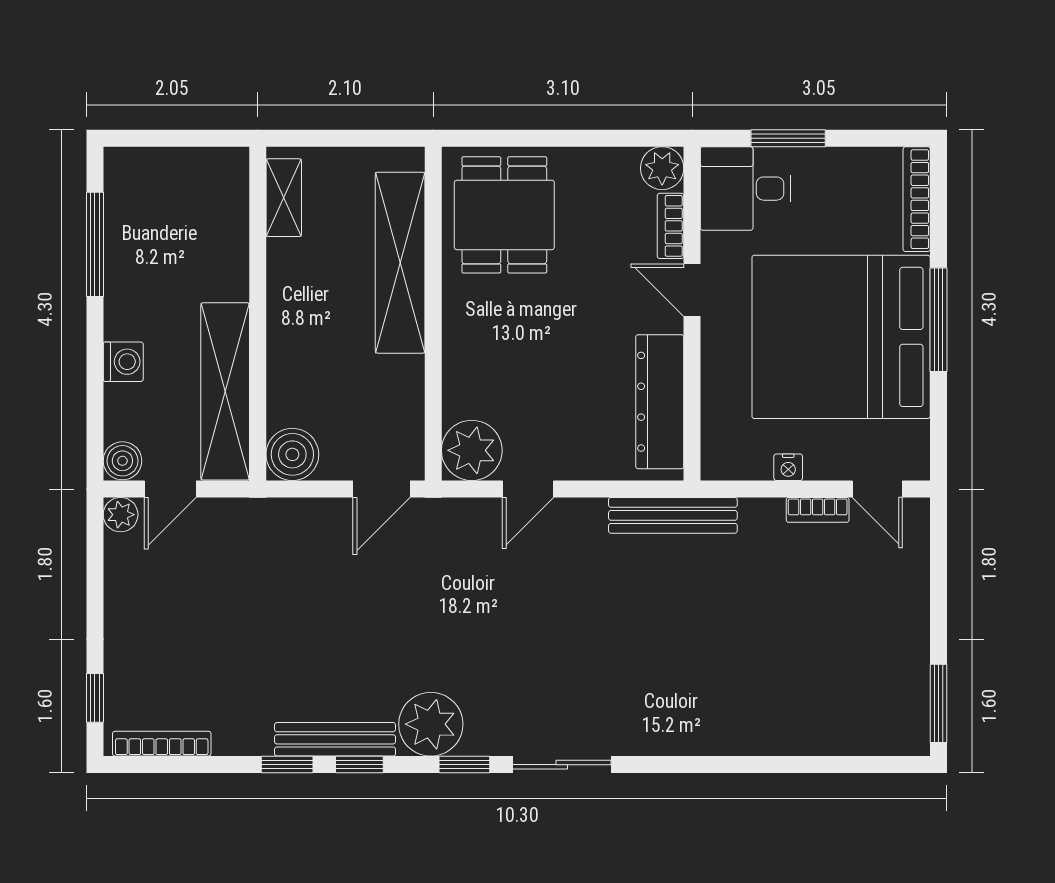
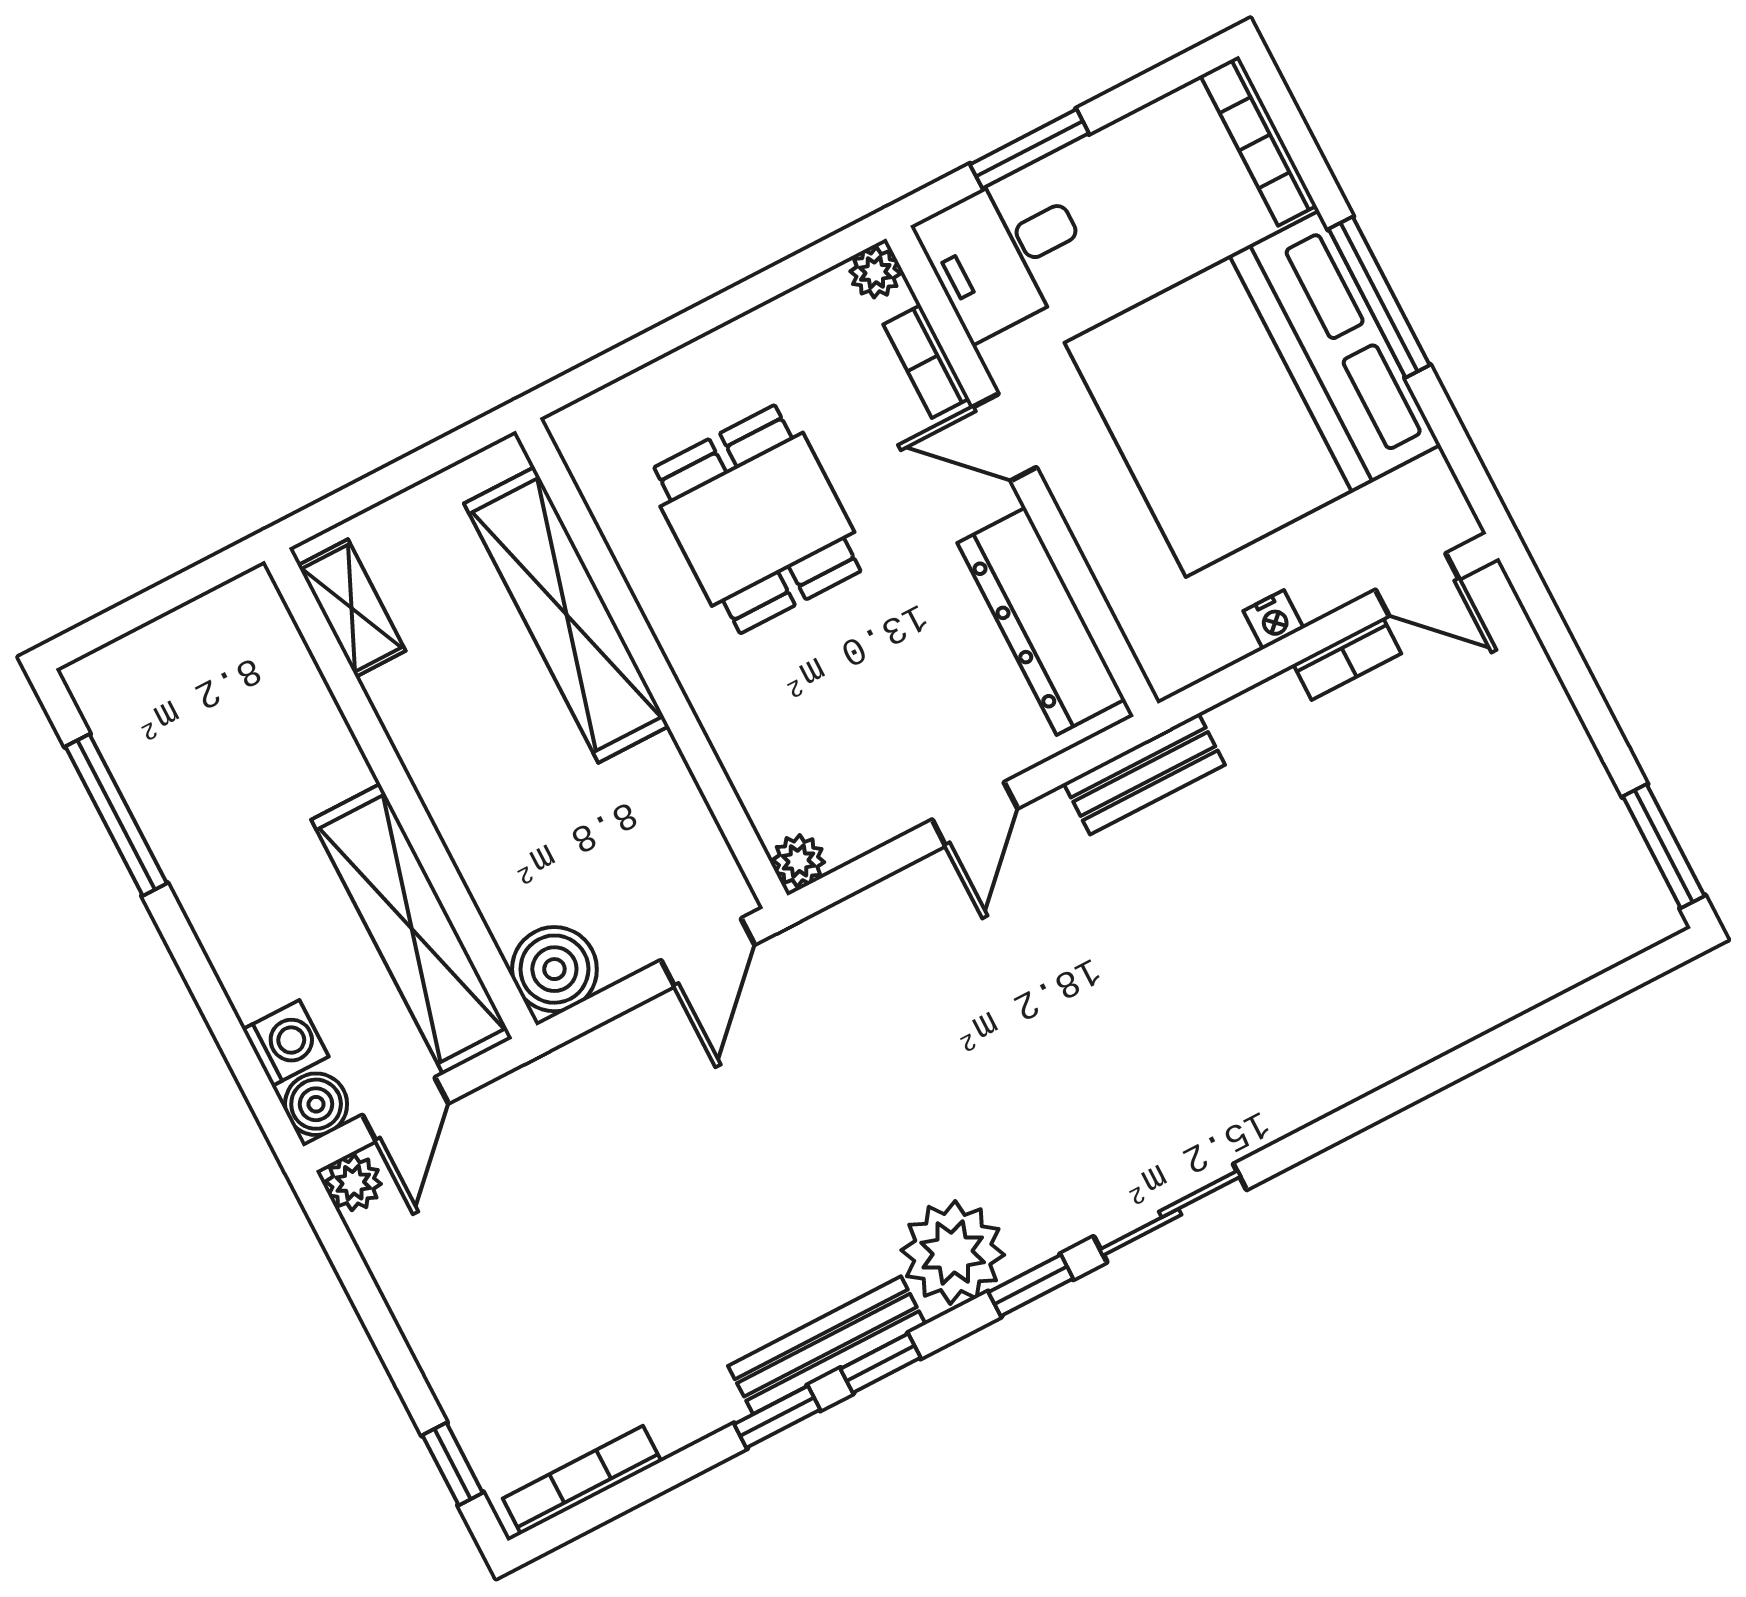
plant: (662, 168) -> (875, 272), width x0.73, depth x0.73
dining table: (504, 215) -> (757, 519), moved
washing machine: (123, 362) -> (286, 1043), moved
plant: (472, 450) -> (798, 861), width x0.53, depth x0.53
door: (528, 489) -> (975, 814), moved
bench: (673, 515) -> (1144, 774), width x0.73

